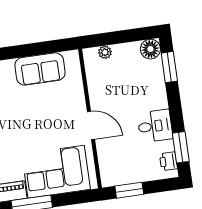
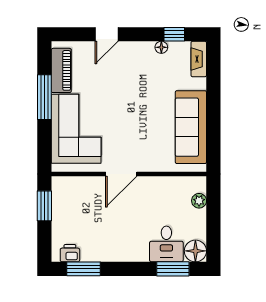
sofa: (40, 69) -> (191, 127), width x1.36
desk: (155, 126) -> (166, 244), moved

